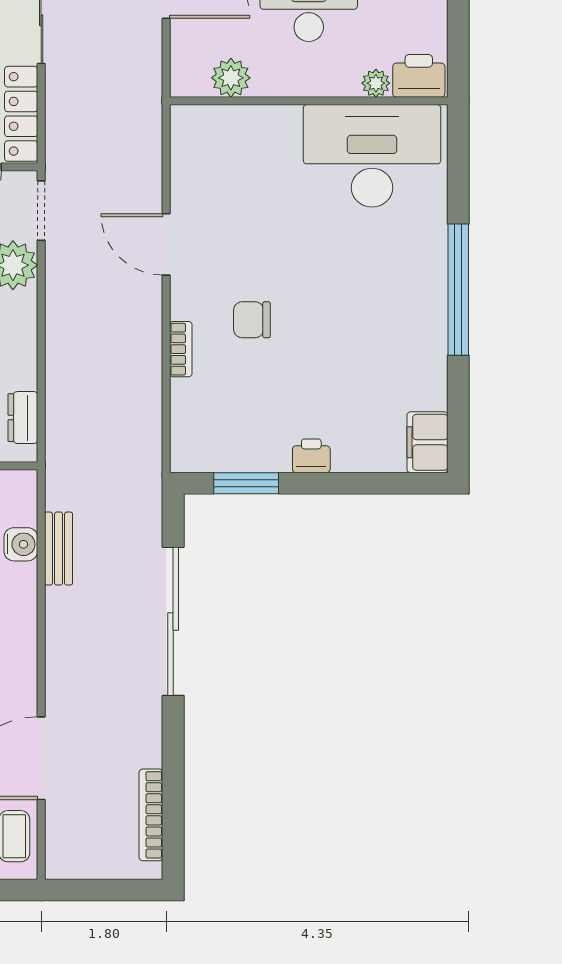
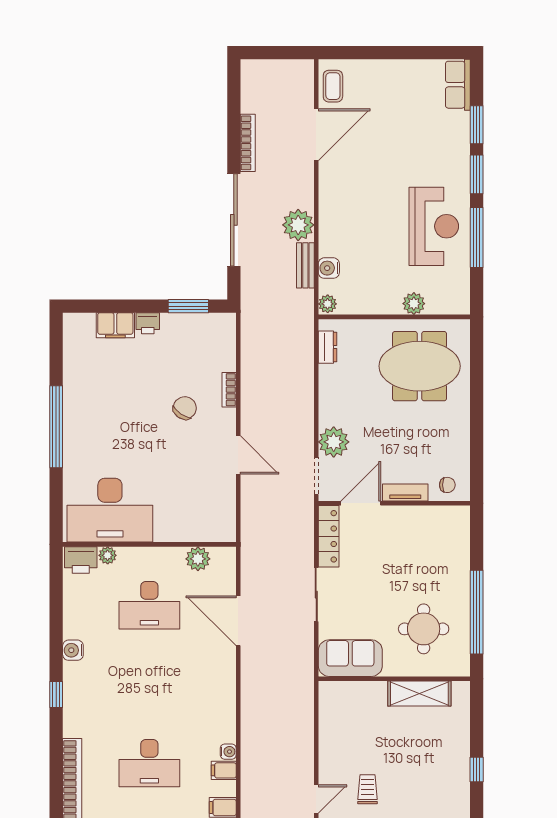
chair: (252, 320) -> (185, 408), turned -56
filing cabinet: (427, 442) -> (115, 325), moved, turned 90
plant: (23, 487) -> (328, 304), added
plant: (70, 613) -> (298, 225), added
bookcase: (151, 815) -> (248, 143), moved

